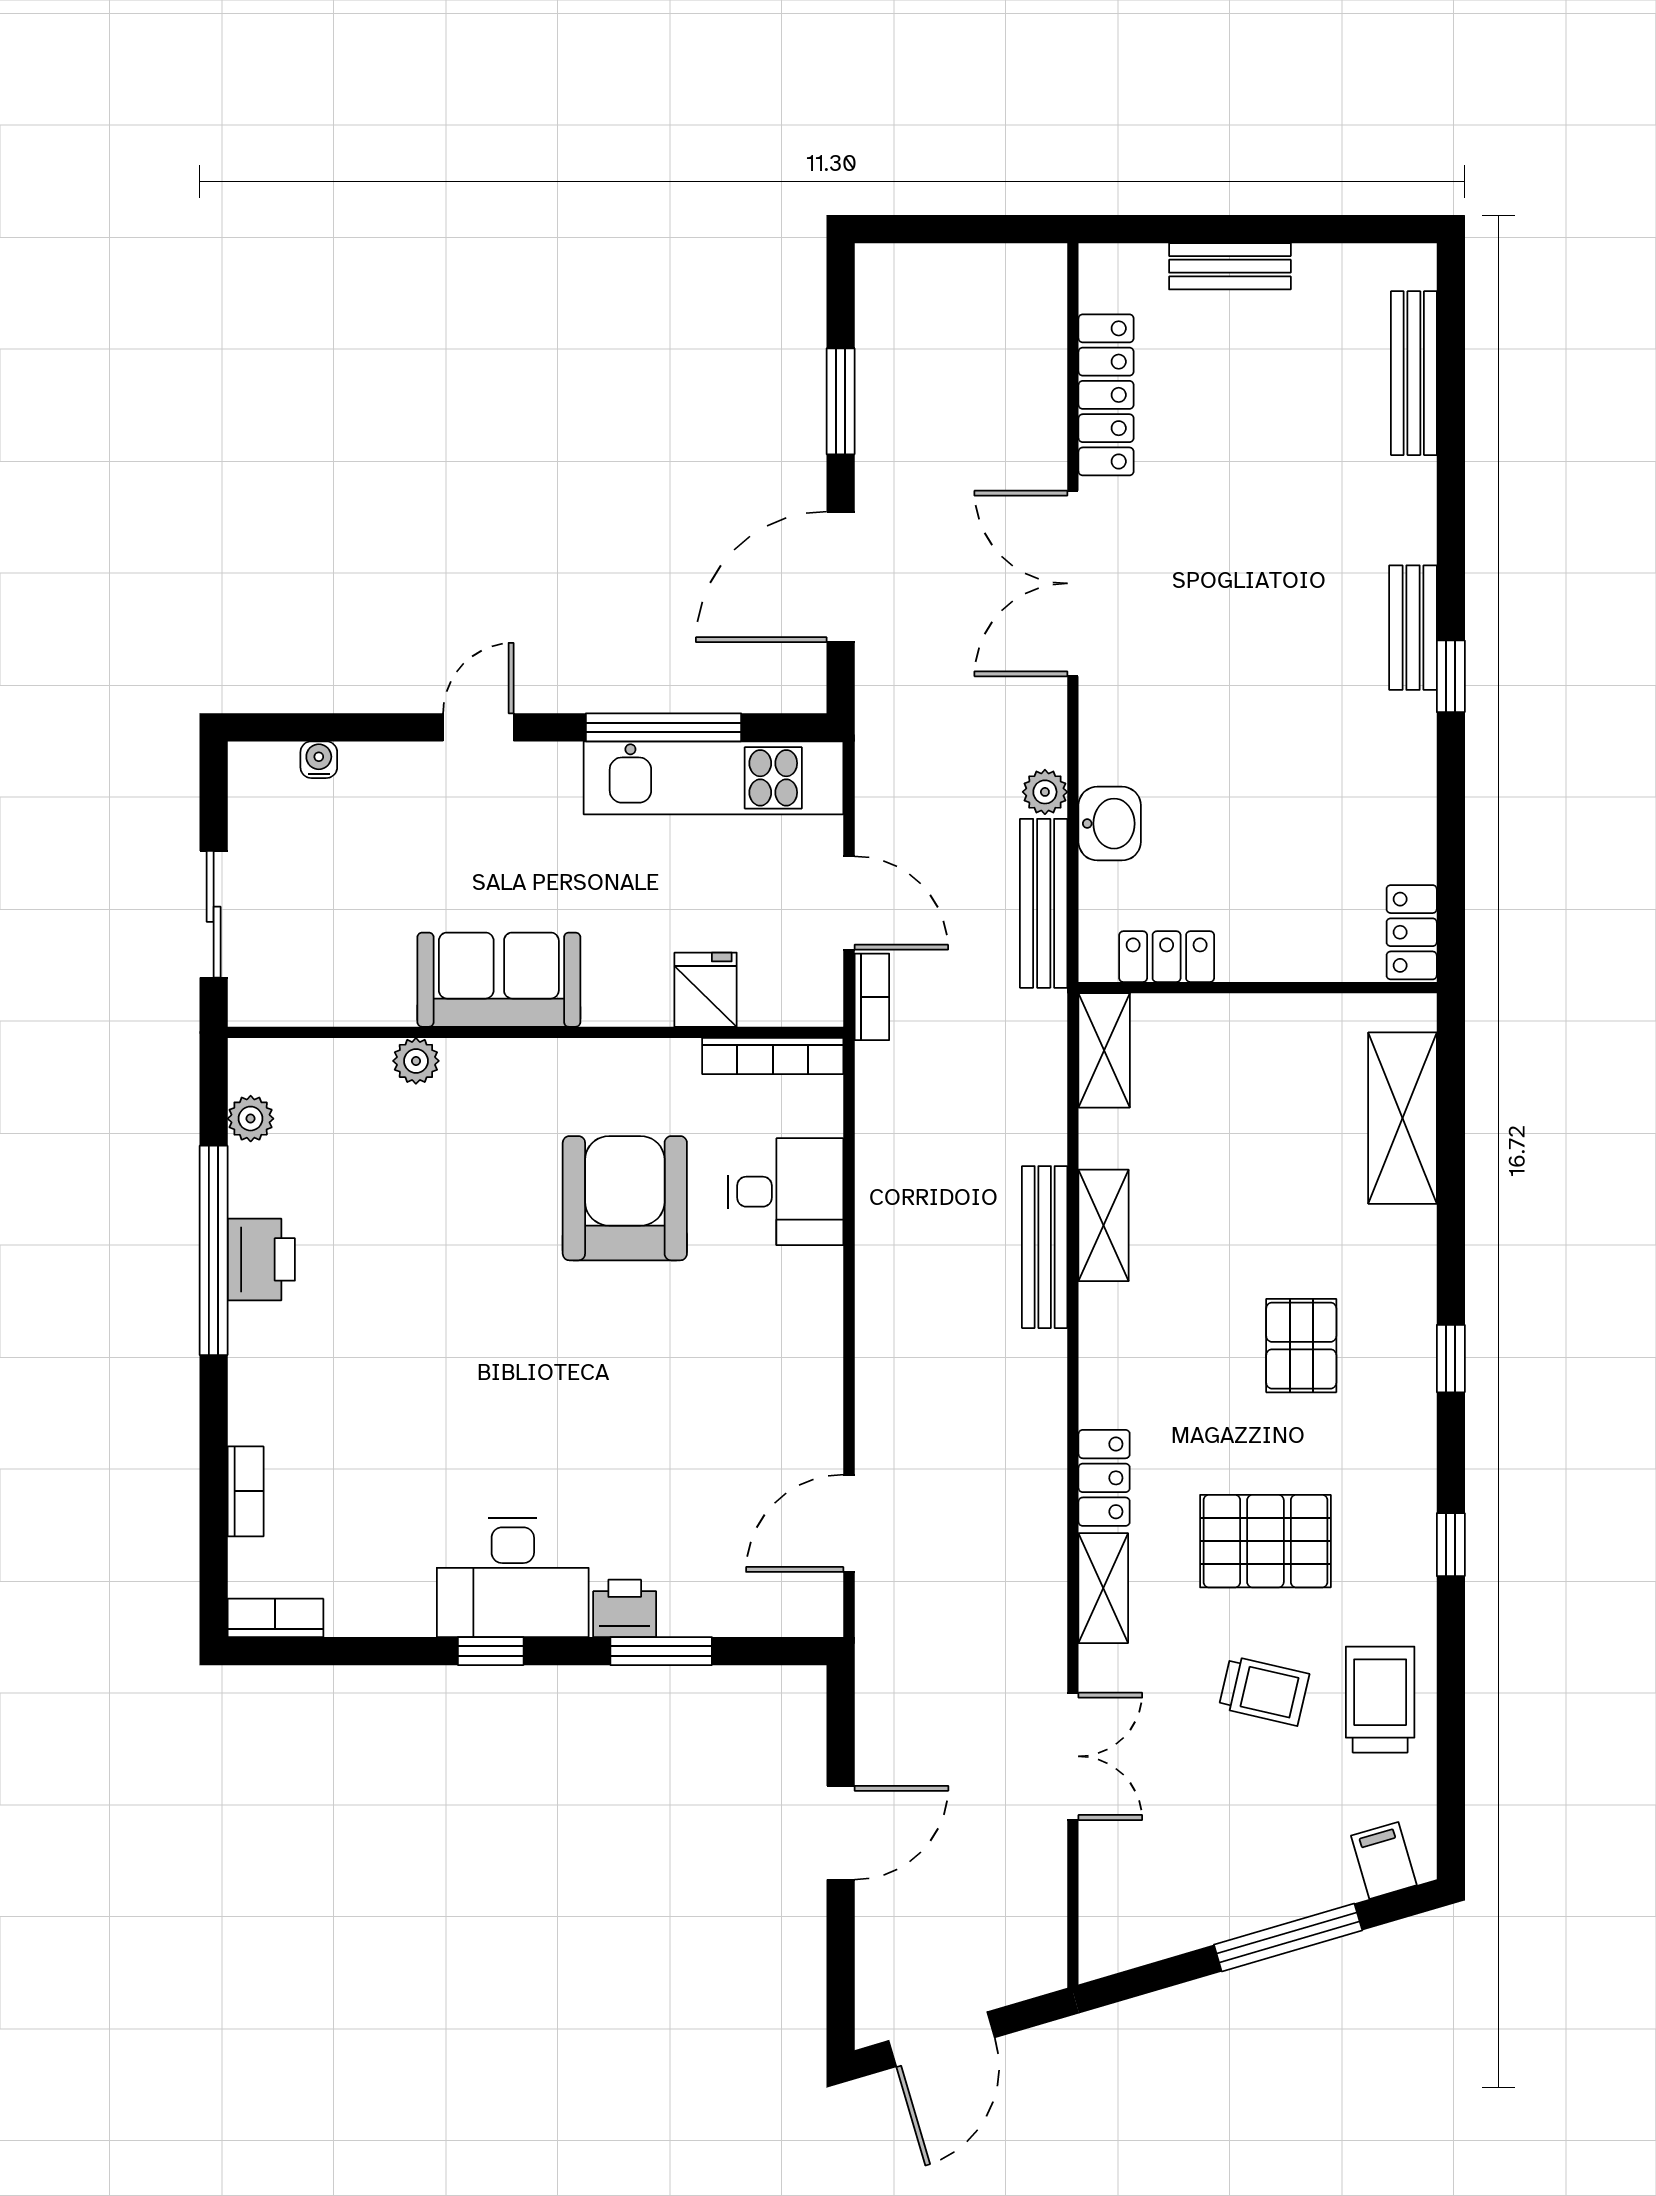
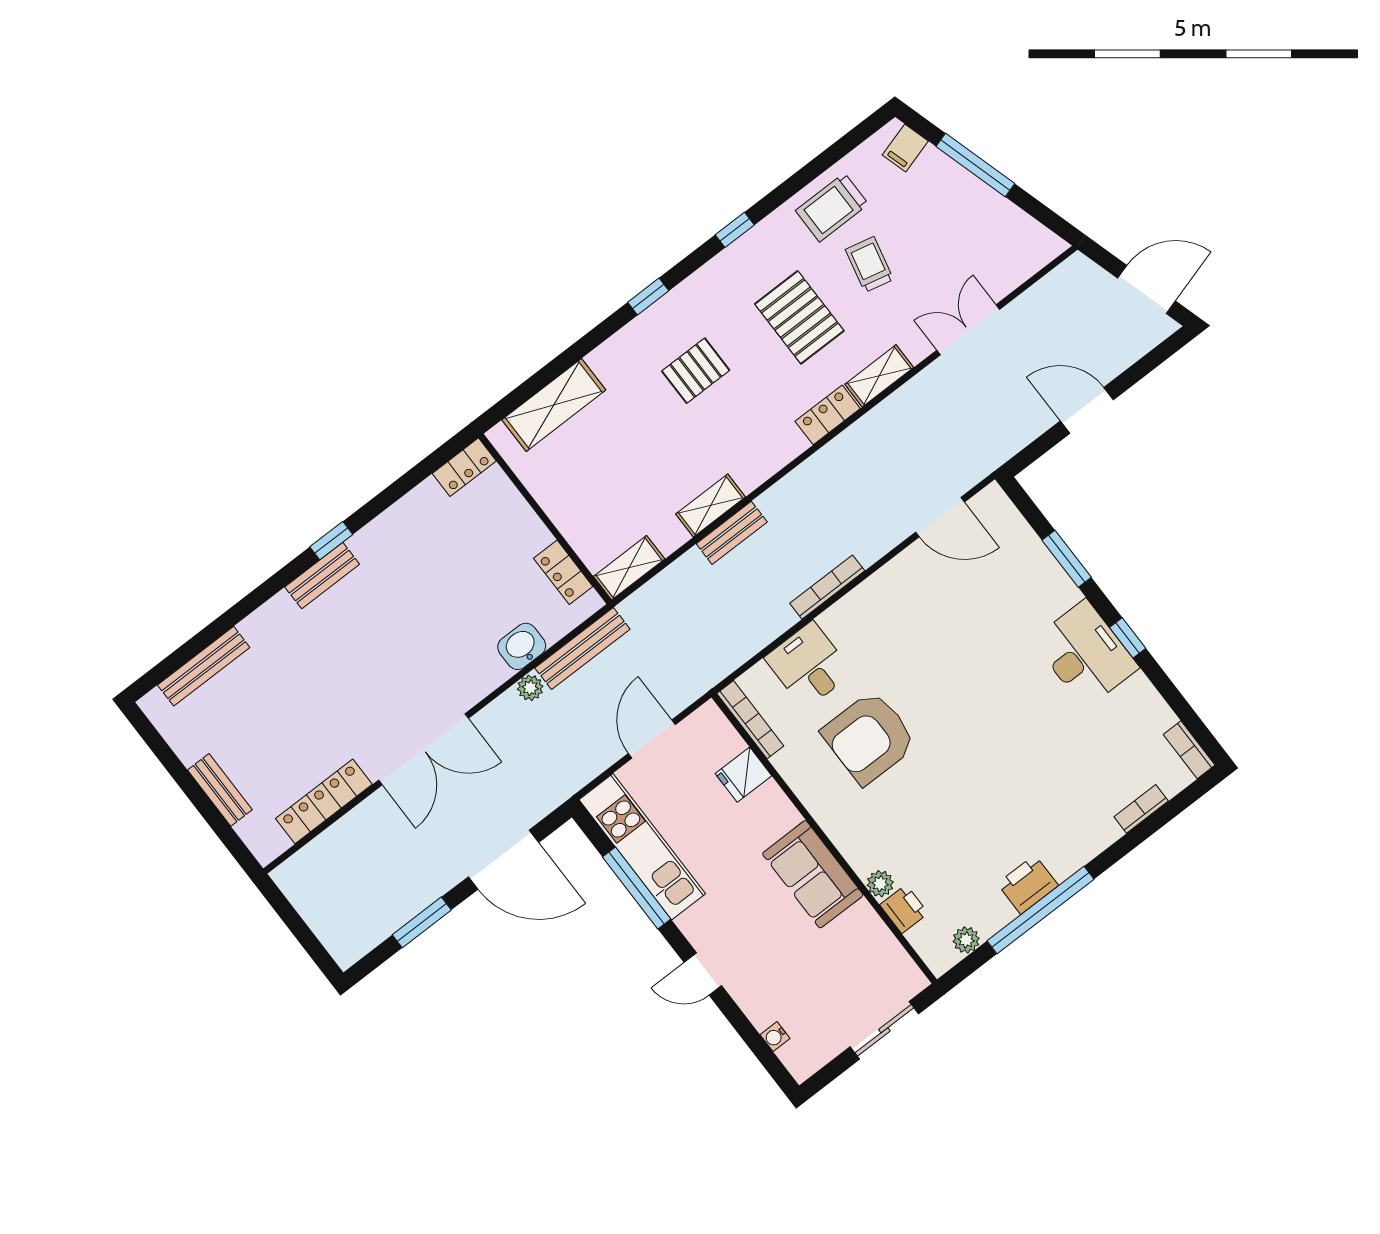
bookcase: (872, 997) -> (827, 587), moved, width x1.56
bench: (1045, 1247) -> (732, 533), width x0.73
printer: (625, 1608) -> (904, 909), moved, turned 180

